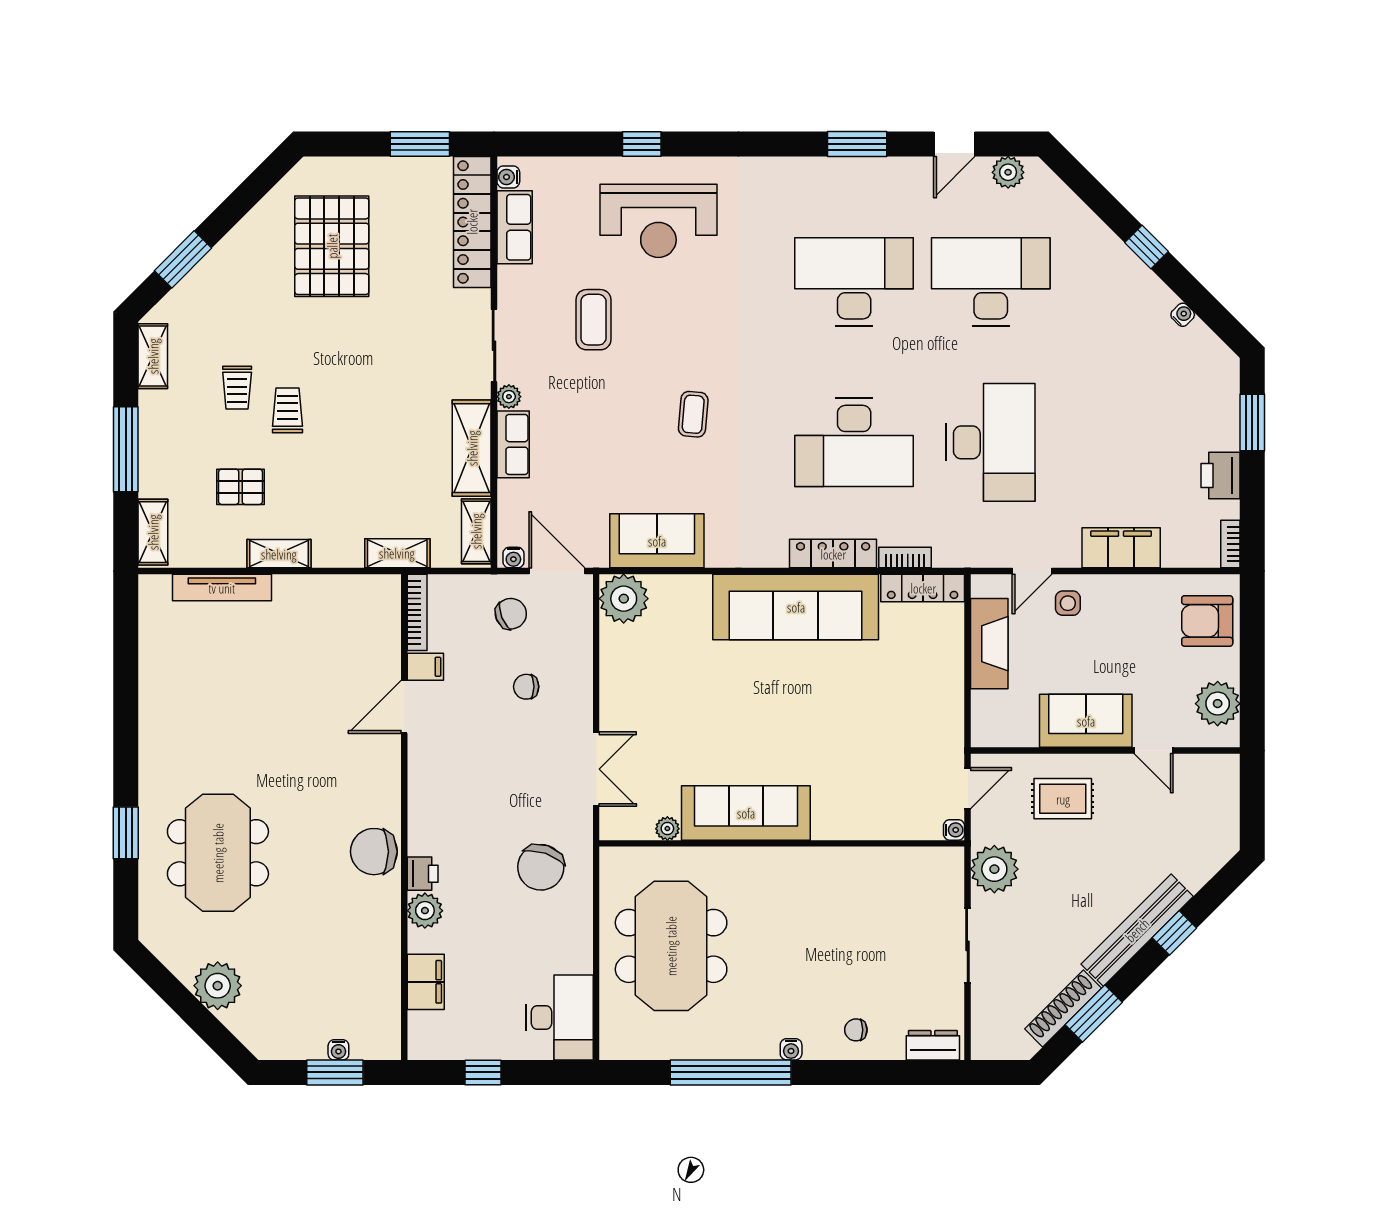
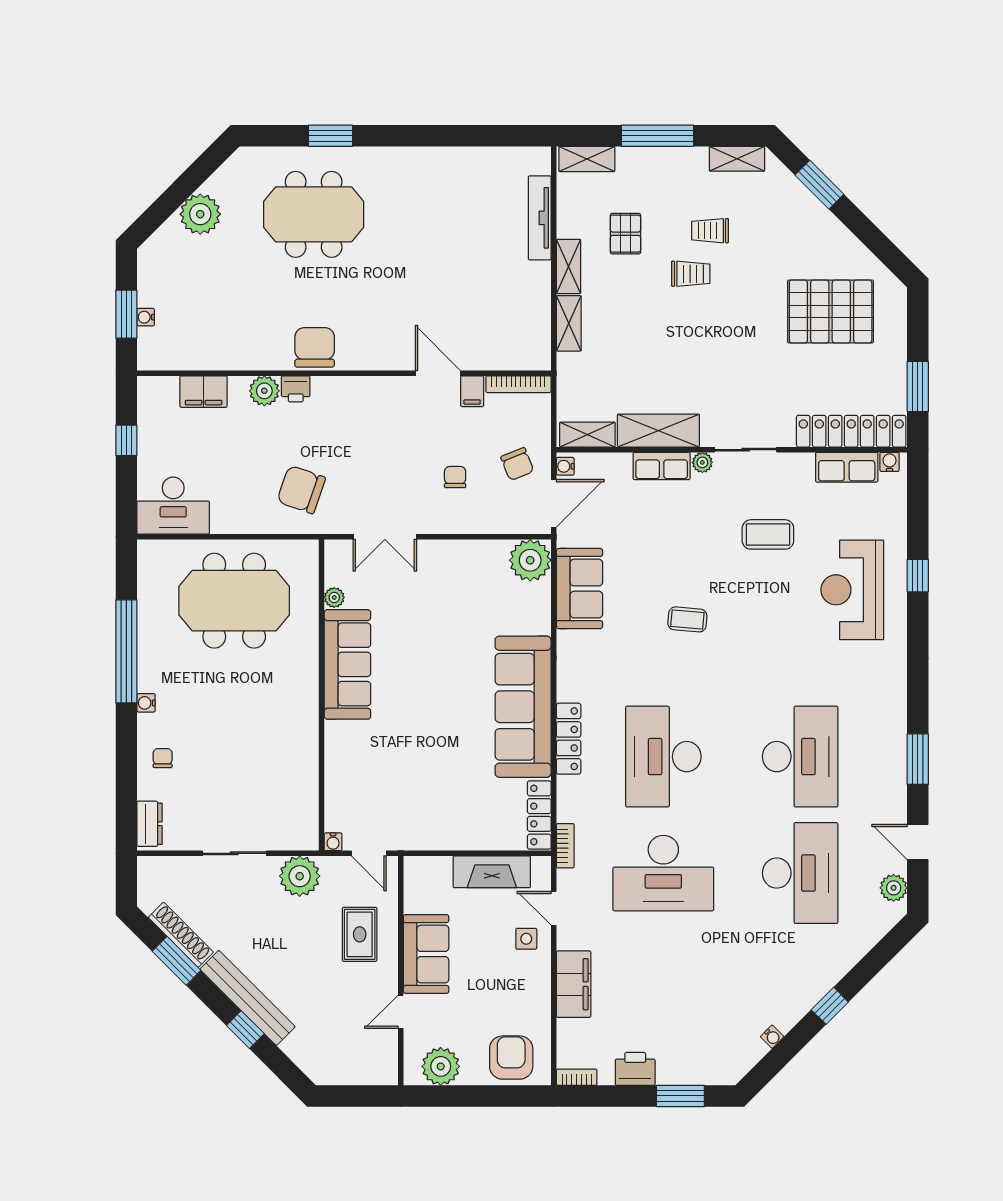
shelving: (397, 553) -> (569, 323), moved
bookcase: (905, 558) -> (565, 846), moved

